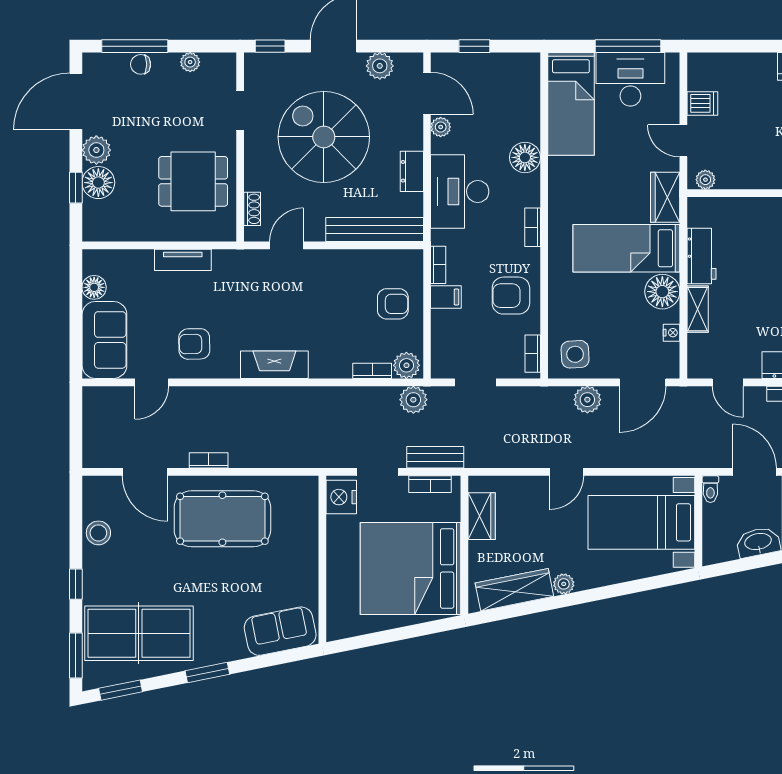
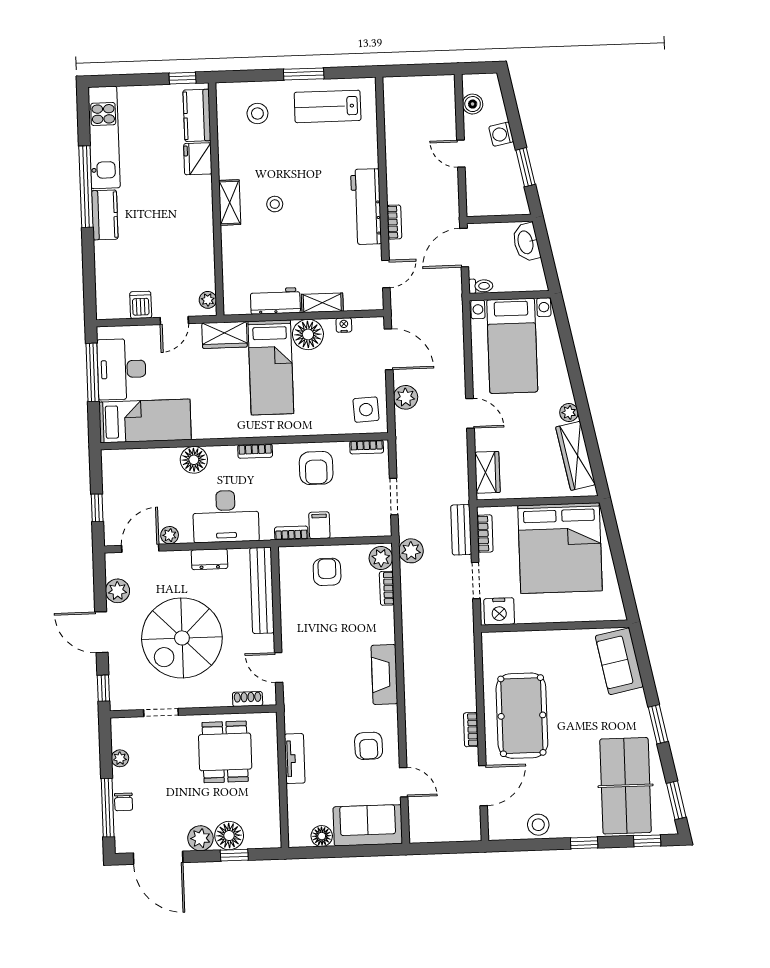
wardrobe: (482, 516) -> (487, 472), moved, turned 90
window: (76, 656) -> (647, 841), width x0.67

